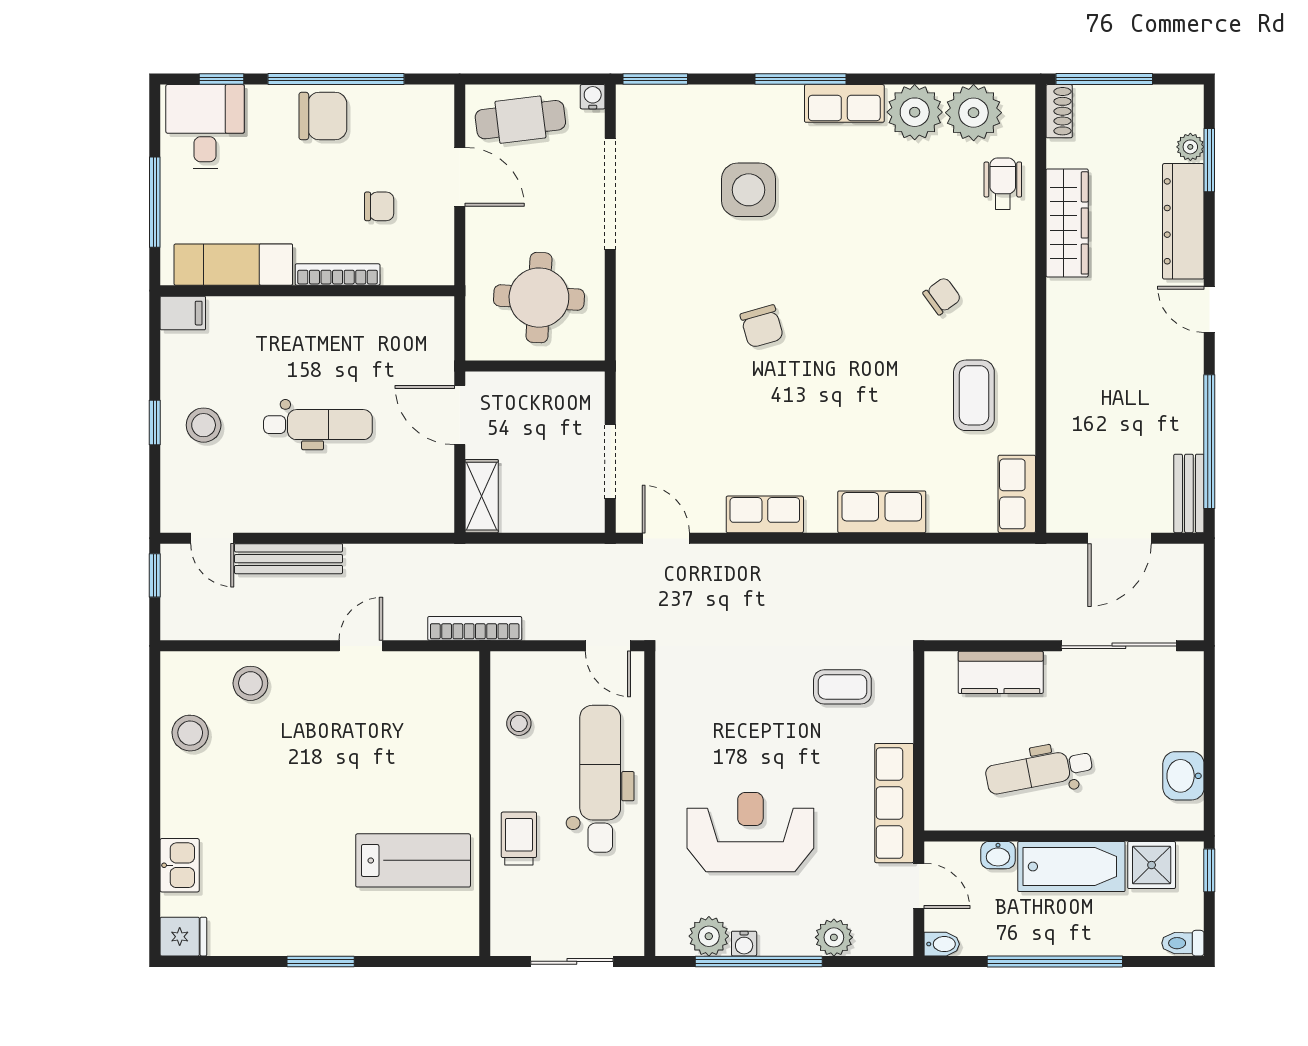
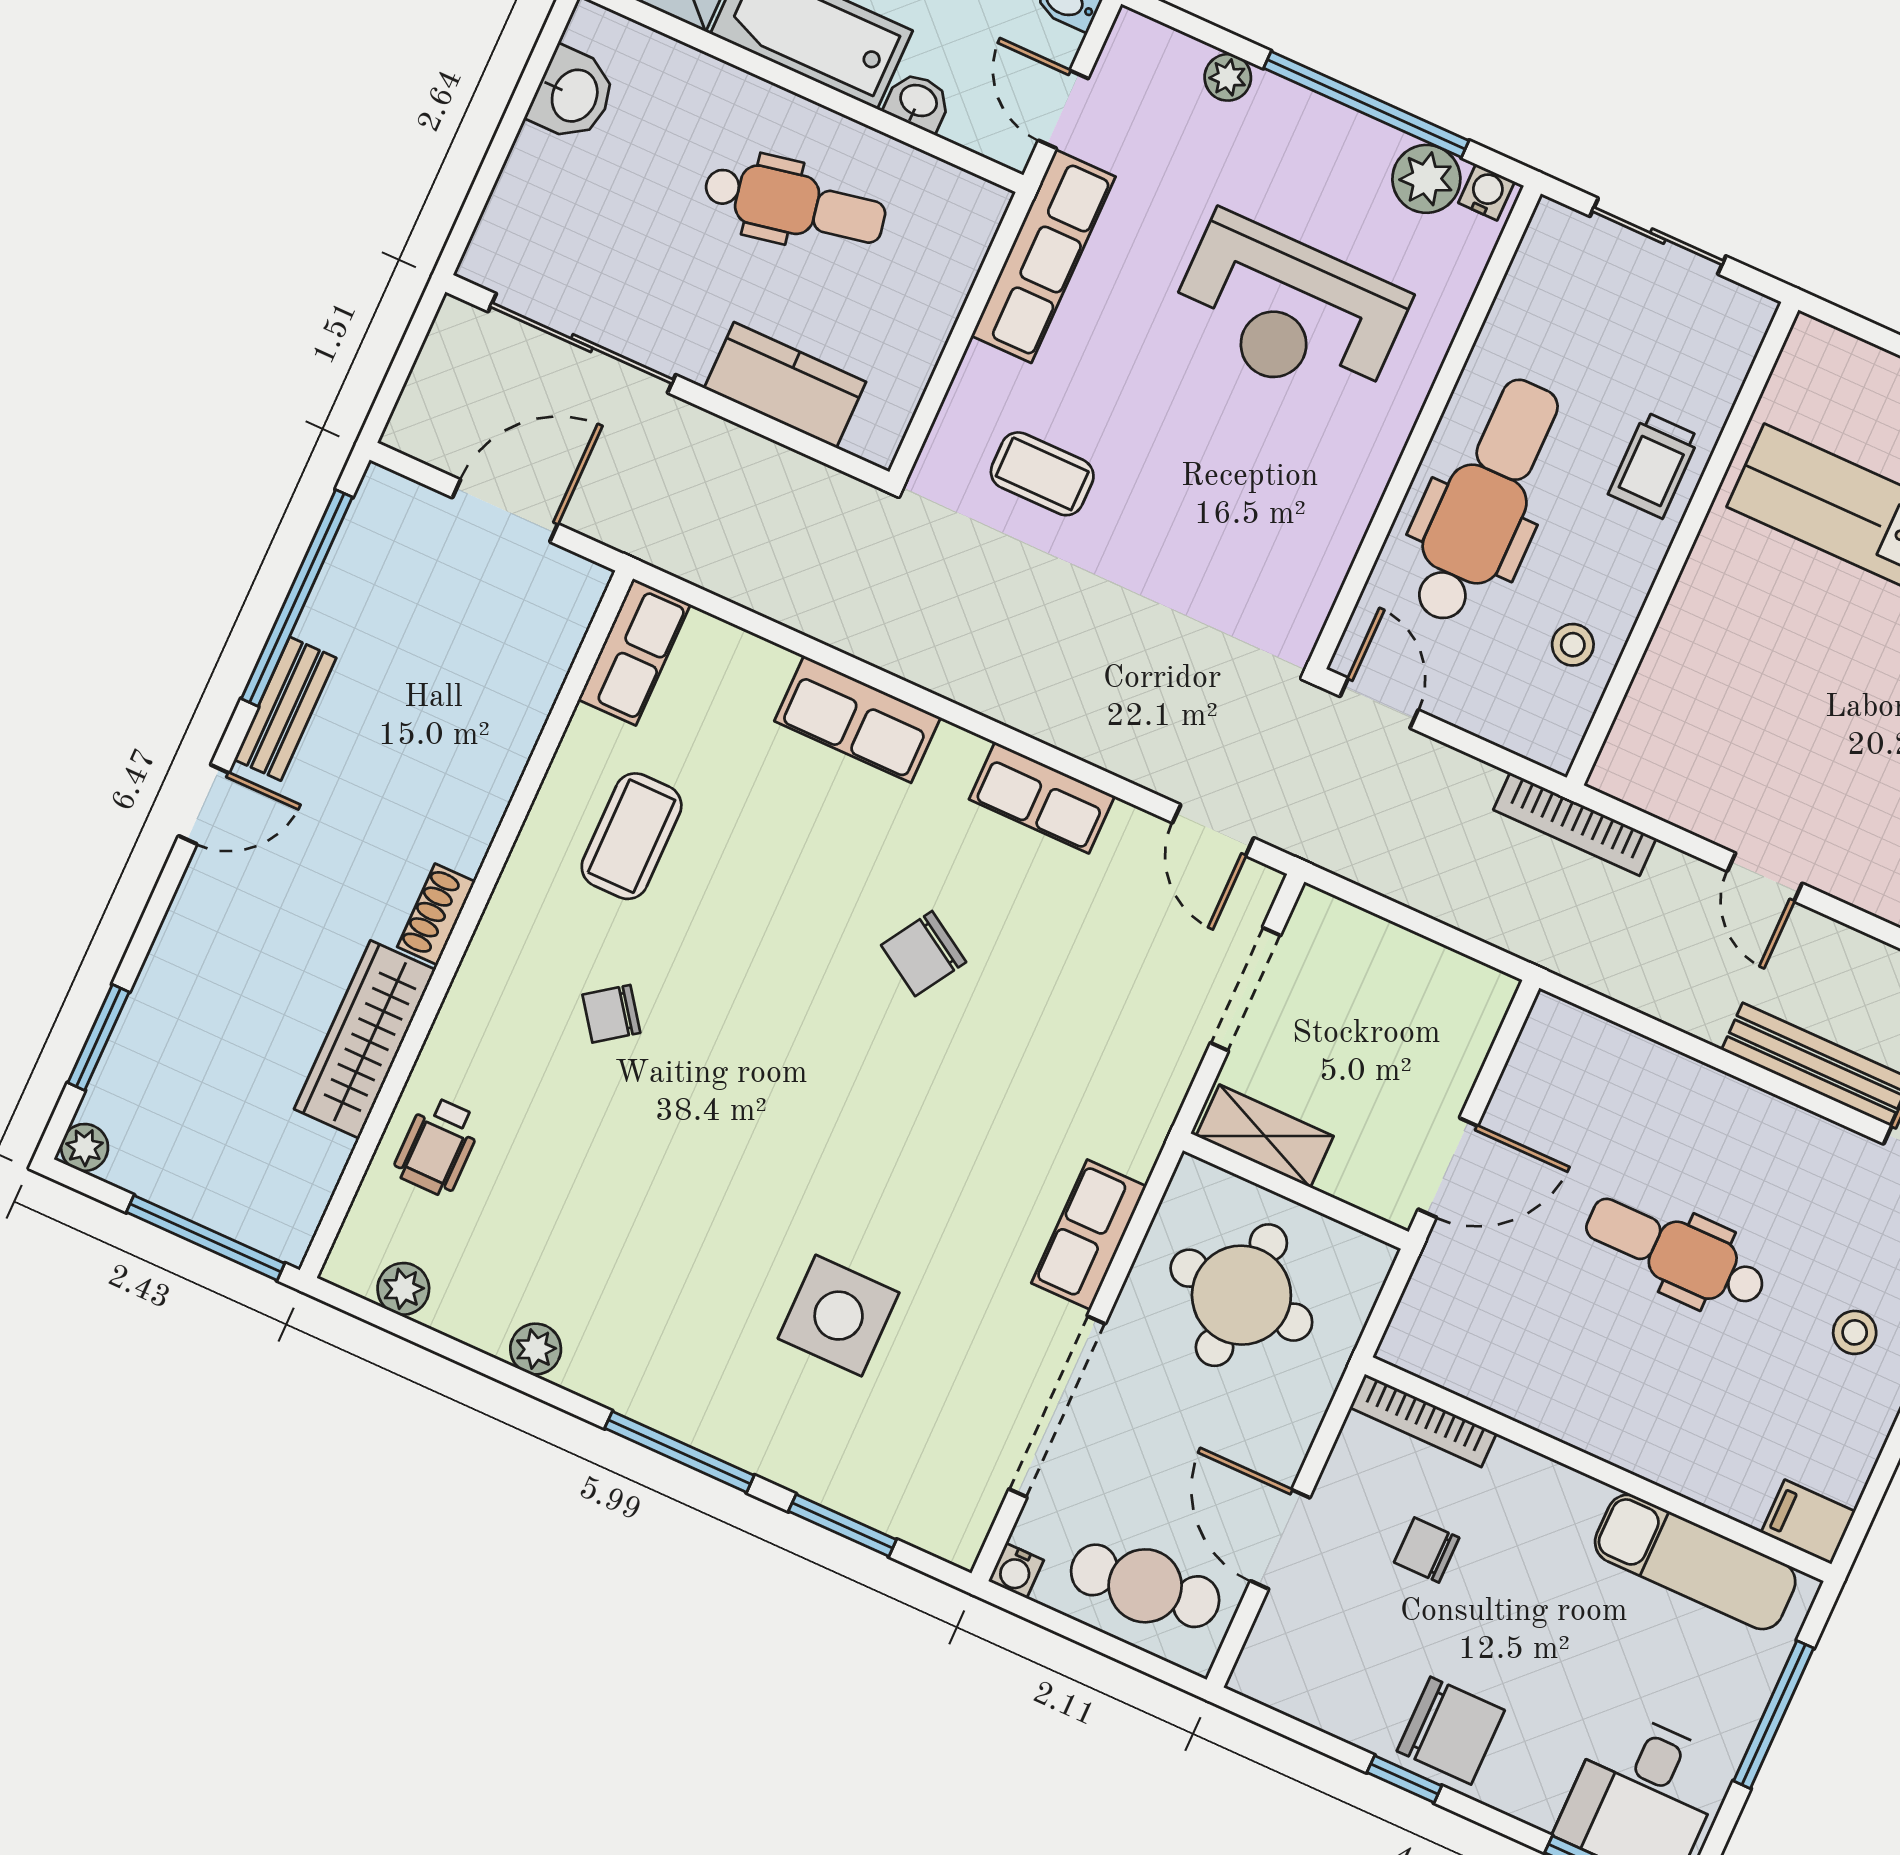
window: (336, 79) -> (1404, 1779), width x0.32
window: (655, 79) -> (842, 1525), moved
row of seats: (844, 103) -> (1089, 1235), moved, turned -90
shoe rack: (1059, 111) -> (436, 914), moved
plant: (915, 112) -> (536, 1349), width x0.53, depth x0.53
plant: (974, 113) -> (403, 1289), width x0.53, depth x0.53
chair: (323, 116) -> (1451, 1731), turned 180
plant: (1190, 147) -> (85, 1147), moved
dresser: (1183, 221) -> (182, 960), removed
bookcase: (338, 274) -> (1423, 1421), moved
door: (1209, 309) -> (204, 804), hinge flipped
chair: (762, 326) -> (924, 954), moved, turned -132
door: (460, 415) -> (1448, 1168), hinge flipped
stool: (204, 425) -> (1855, 1332), width x0.73, depth x0.73
bench: (1189, 493) -> (285, 709), moved
shelving: (482, 496) -> (1265, 1136), moved, turned 90
door: (361, 646) -> (1765, 877), hinge flipped
dental chair: (600, 779) -> (1485, 501), turned 180
plant: (834, 937) -> (1228, 77), width x0.73, depth x0.73
water cooler: (744, 944) -> (1486, 192), moved

